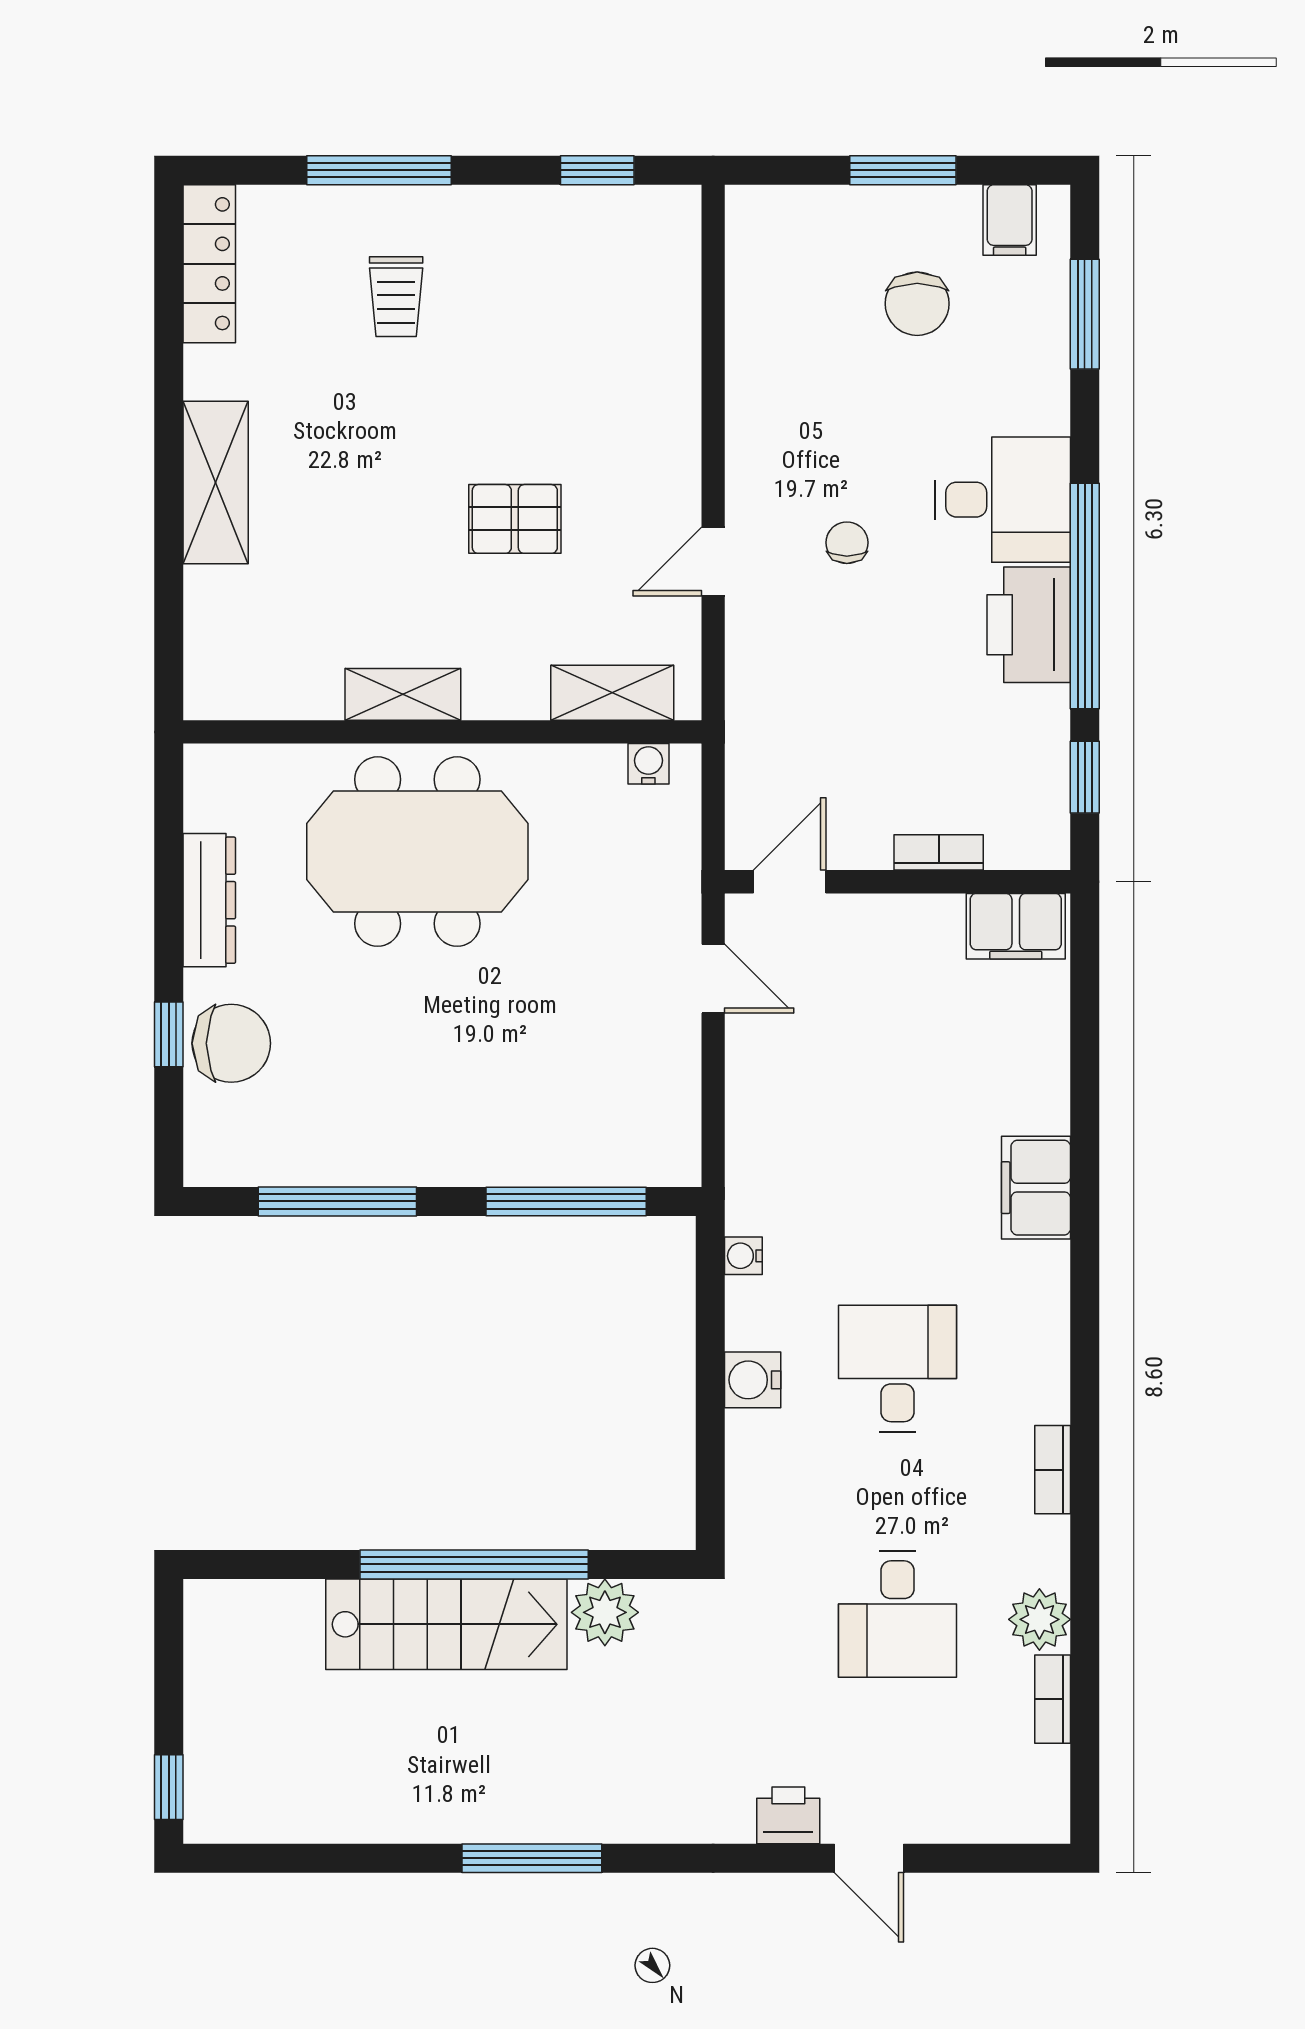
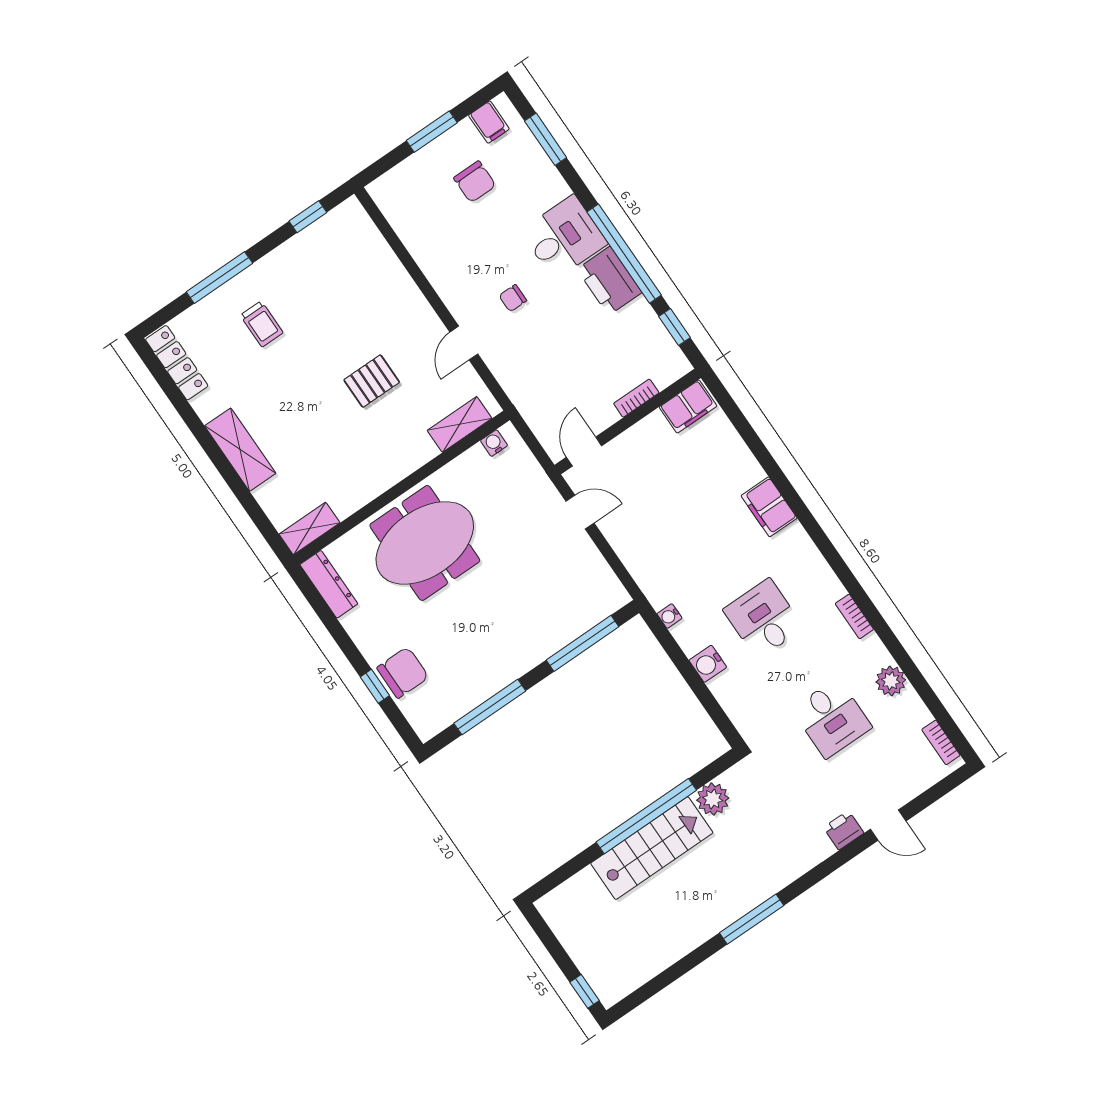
chair: (847, 543) -> (513, 298), turned -90
shelving: (403, 694) -> (309, 528), moved
dresser: (209, 900) -> (329, 584), moved
bookcase: (1053, 1699) -> (941, 742), moved

